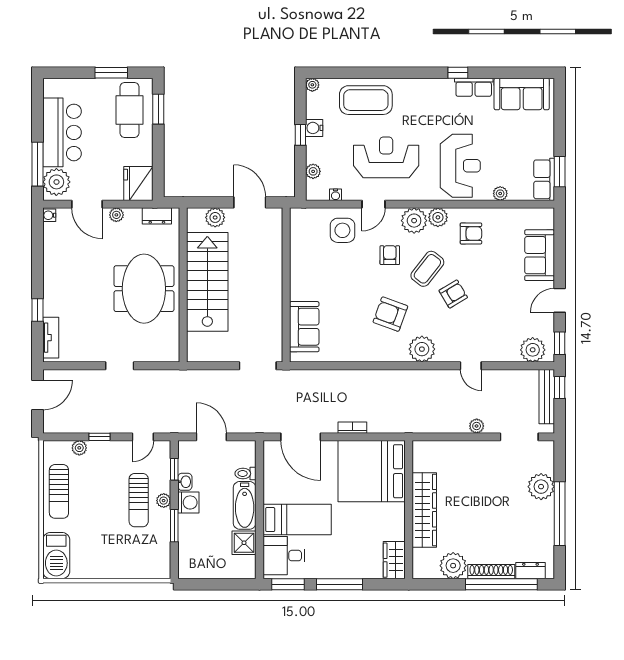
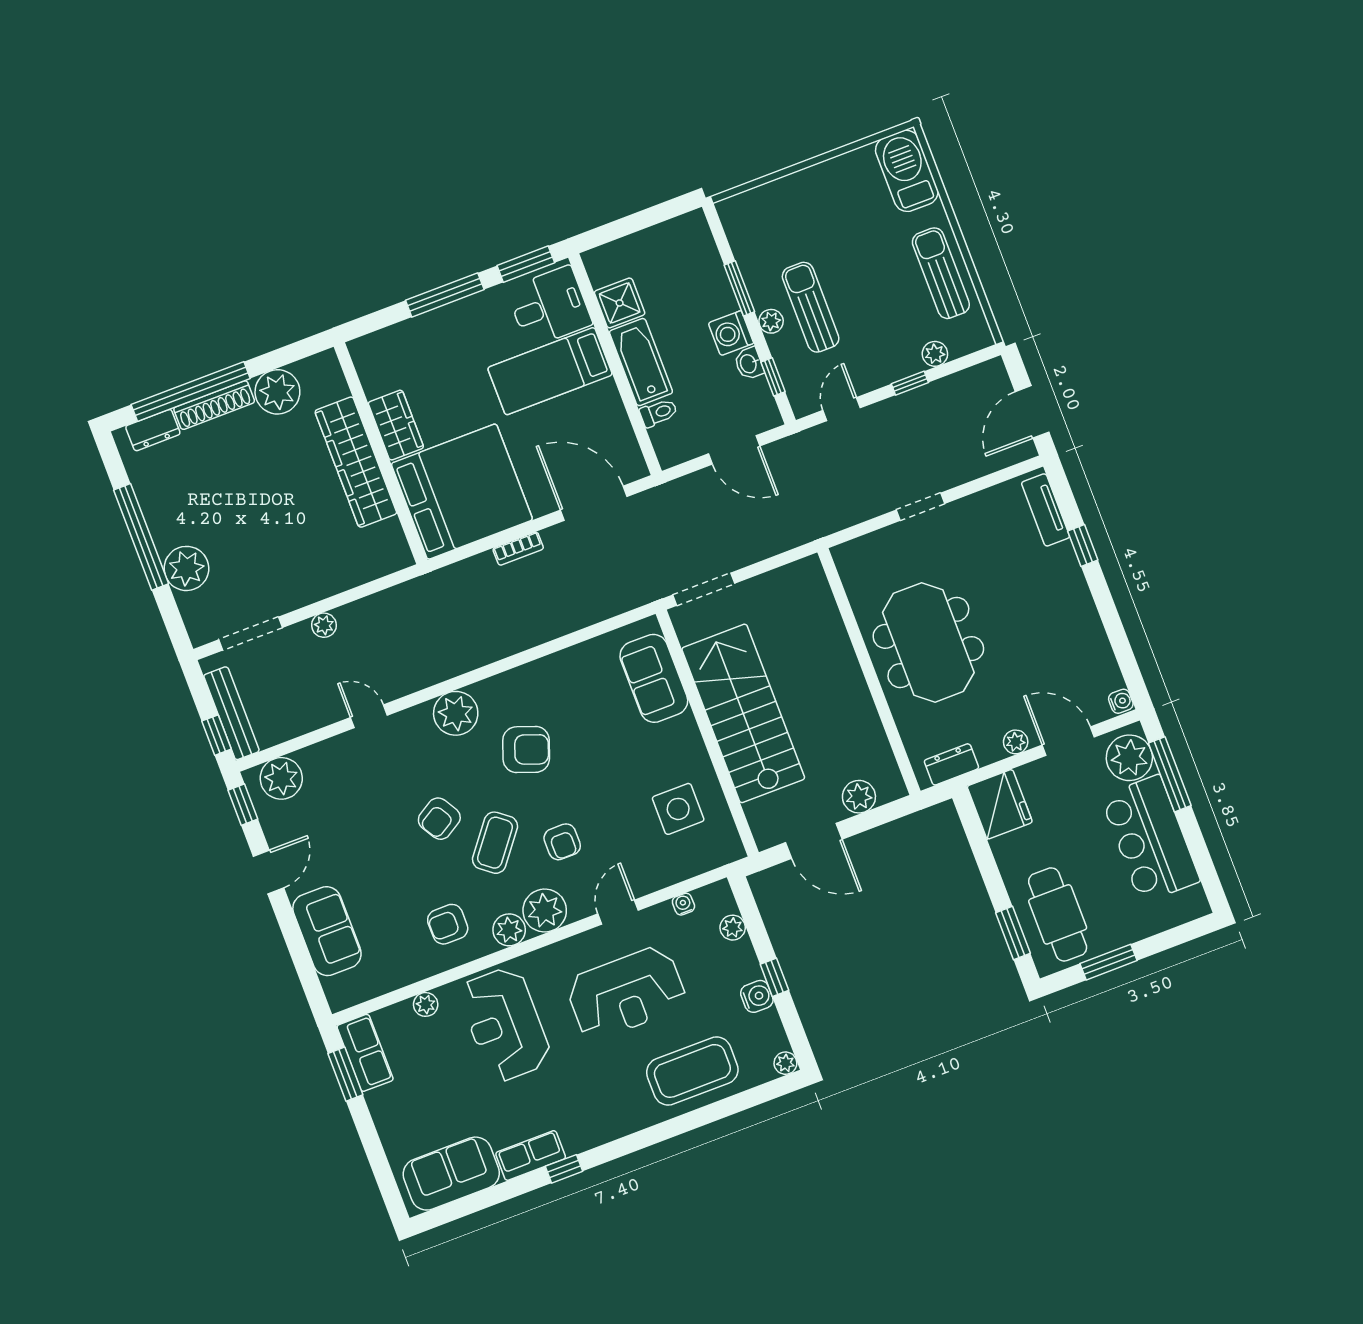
side table: (342, 230) -> (678, 809), moved
stairs: (207, 282) -> (743, 713), moved, turned 180
wardrobe: (394, 560) -> (396, 425), moved

